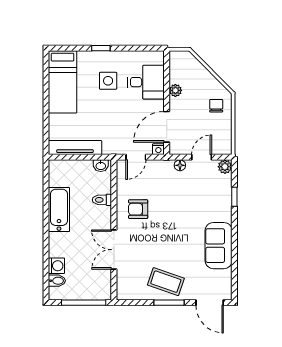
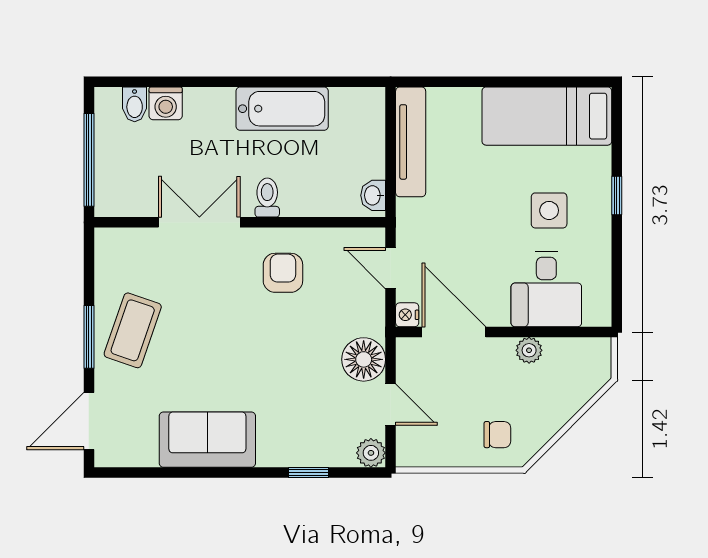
floor lamp: (180, 165) -> (364, 359), width x1.89, depth x1.89
toilet: (102, 200) -> (267, 198), moved

